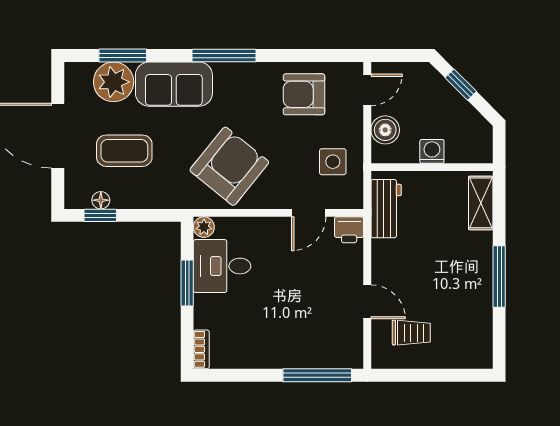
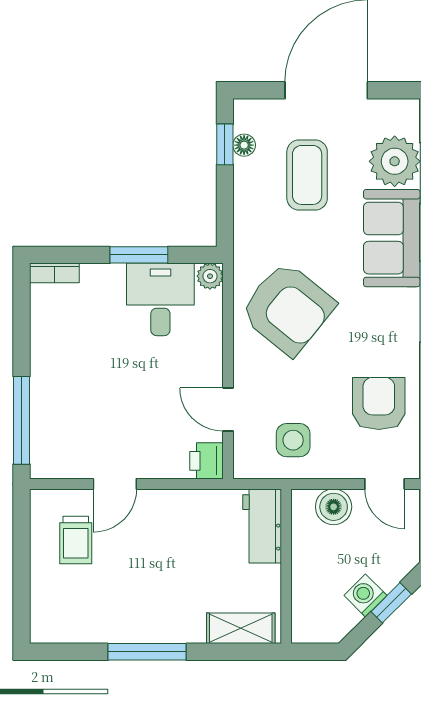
washing machine: (432, 151) -> (365, 595), moved, turned -135
workbench: (386, 209) -> (262, 526), moved, turned 90

